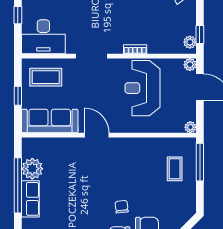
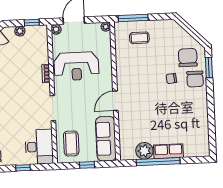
plant: (190, 42) -> (20, 31), moved

